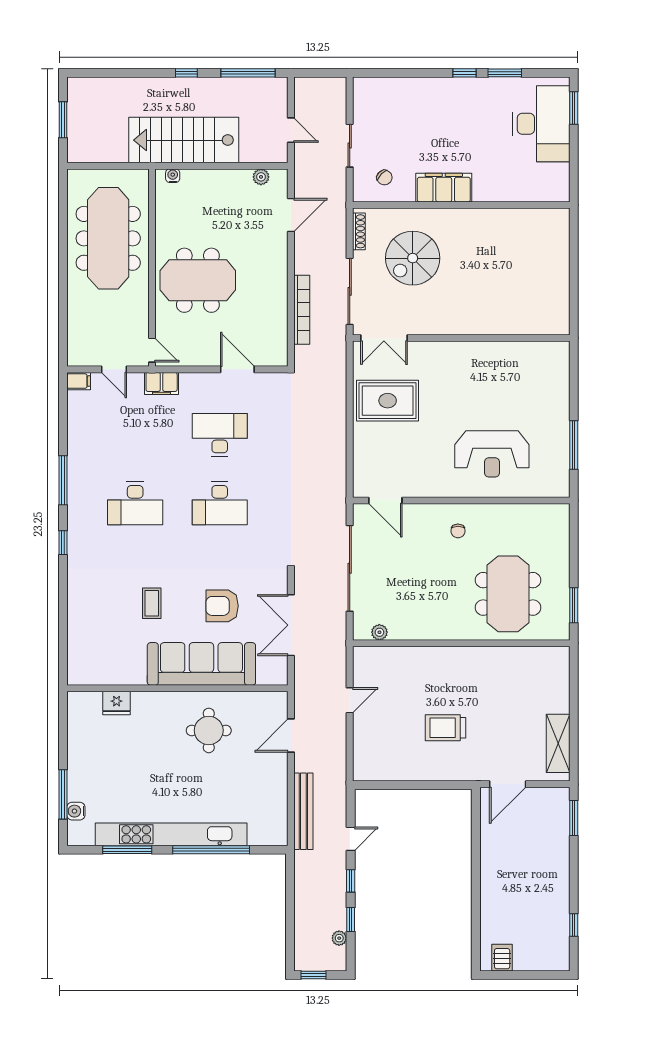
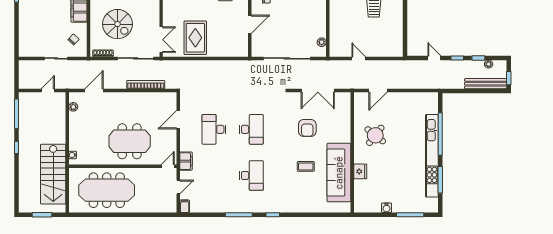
stairs: (184, 140) -> (53, 174), moved
door: (291, 215) -> (94, 90), hinge flipped
meeting table: (198, 280) -> (130, 141), turned 90
door: (385, 500) -> (250, 24), moved
sofa: (201, 664) -> (339, 173), moved
fridge: (117, 703) -> (360, 171), moved
round table: (209, 730) -> (375, 135), turned 38
door: (291, 736) -> (378, 90), hinge flipped
water cooler: (76, 811) -> (387, 208), moved
bench: (303, 811) -> (486, 84), moved

